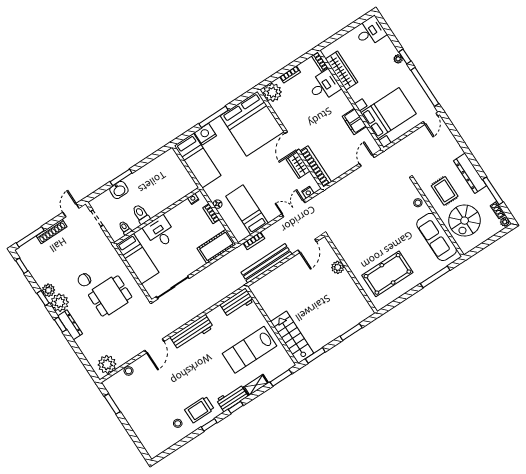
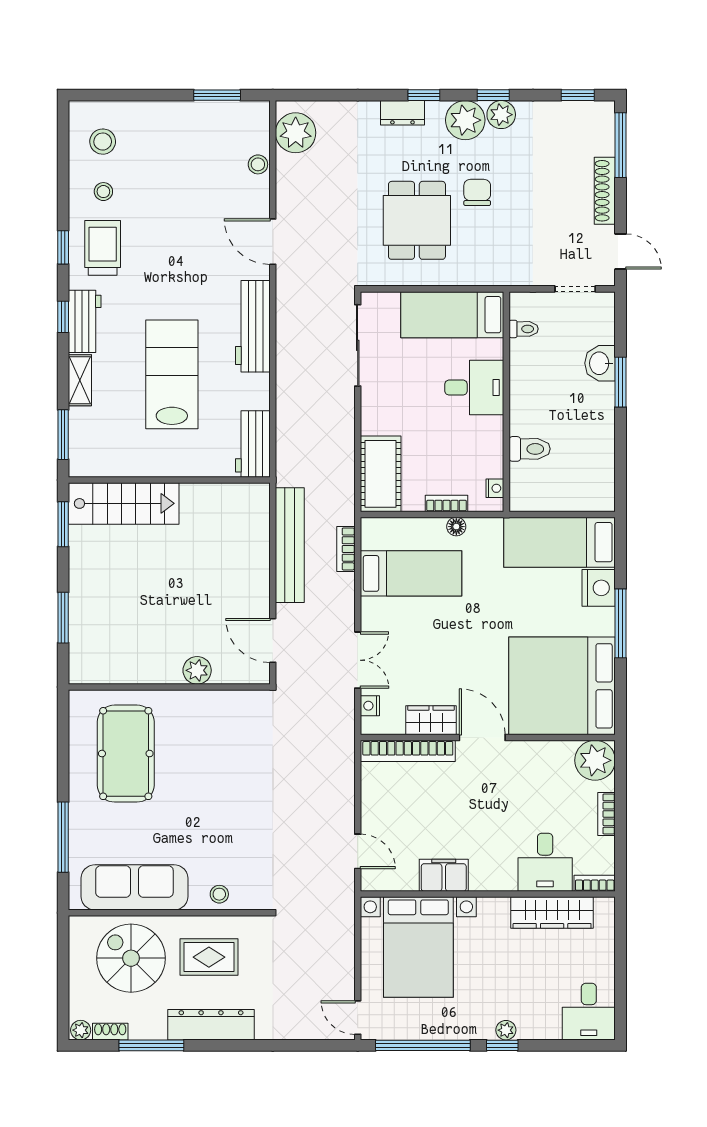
toilet: (141, 214) -> (530, 449), moved
dresser: (70, 325) -> (402, 113), width x0.70
lab bench: (250, 350) -> (172, 374), moved
stool: (159, 436) -> (103, 142), added

